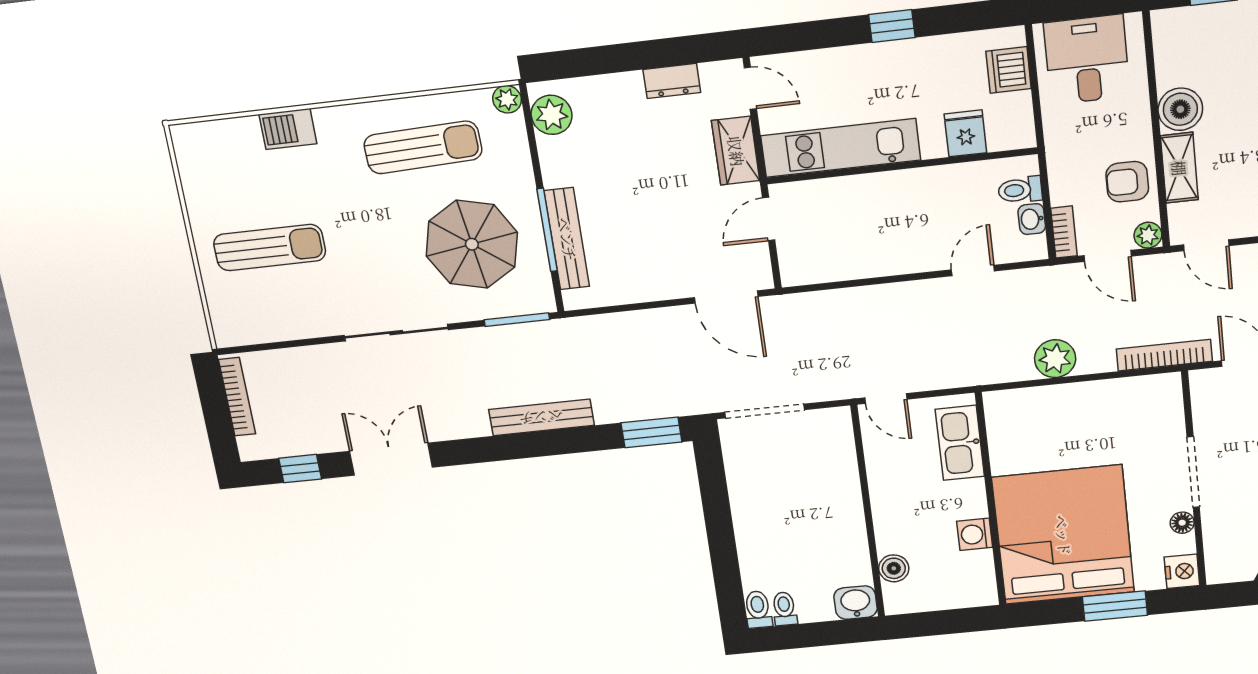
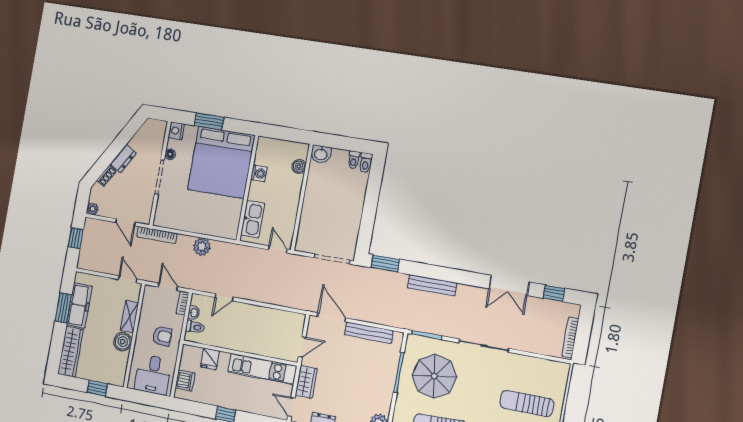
armchair: (1127, 182) -> (162, 336), moved
plant: (1148, 235) -> (149, 291), removed
bench: (567, 239) -> (369, 333), moved, turned 90

